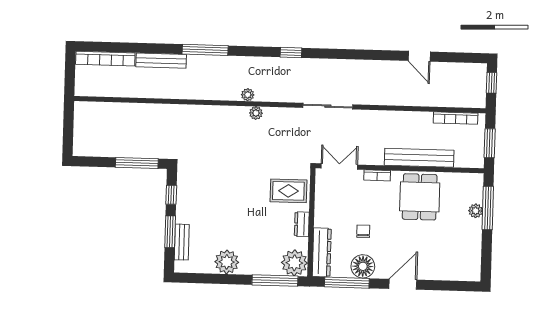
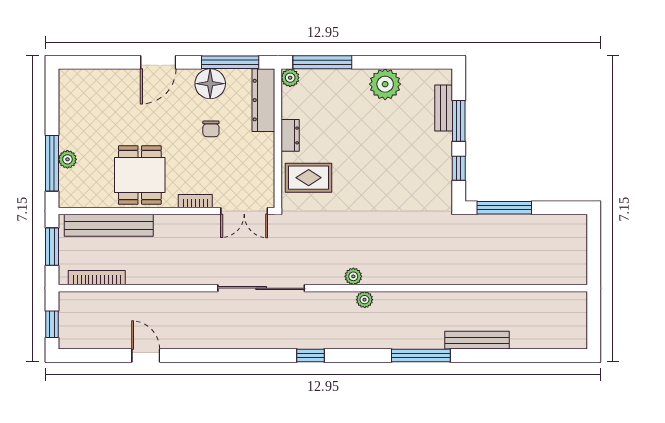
bookcase: (105, 59) -> (549, 341), removed
sliding door: (328, 106) -> (261, 288), width x1.36
bench: (419, 158) -> (109, 225), moved
plant: (294, 263) -> (290, 78), width x0.53, depth x0.53

